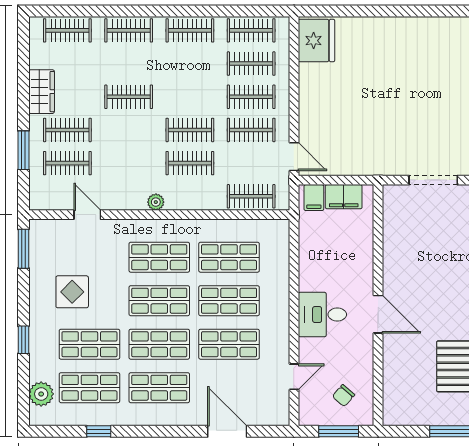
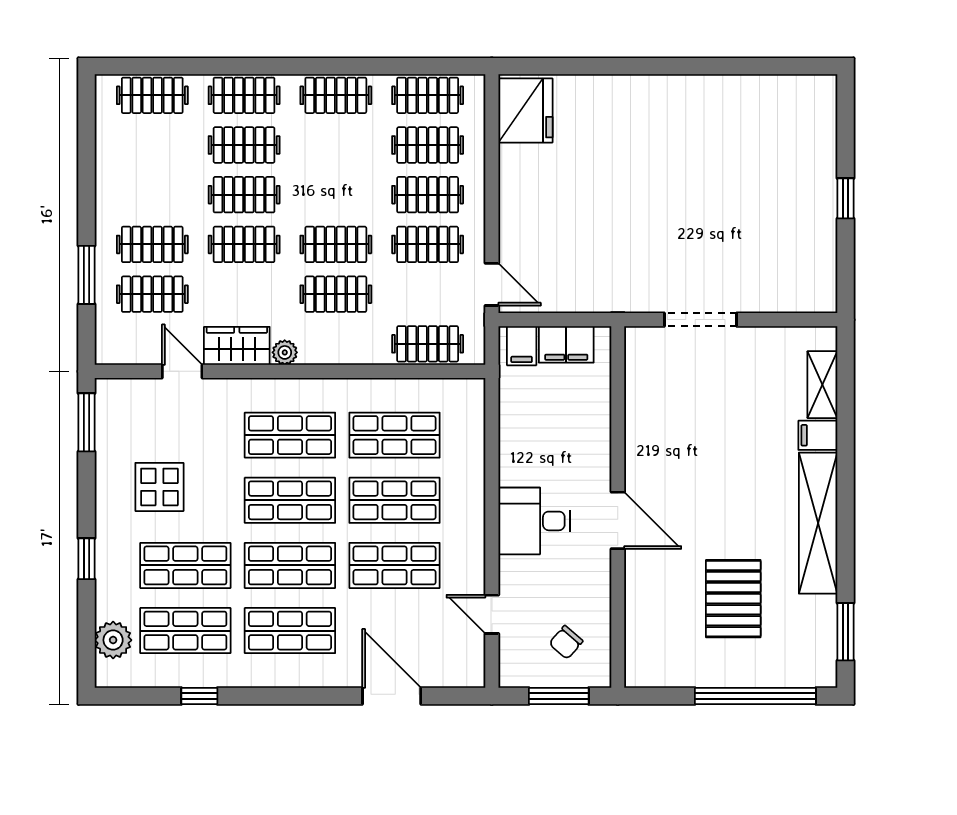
clothes rail: (129, 64) -> (244, 145), added
wardrobe: (42, 92) -> (237, 346), moved, turned -90
clothes rail: (129, 130) -> (244, 244), added
door: (294, 377) -> (492, 614), swing flipped

